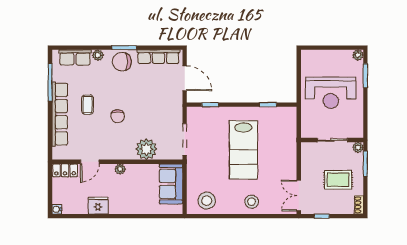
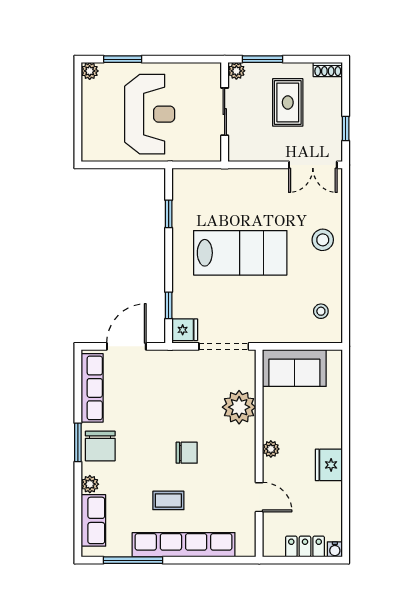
fridge: (195, 115) -> (185, 330), added
locker: (65, 170) -> (305, 547), moved, turned -90
stool: (207, 201) -> (321, 311), width x0.53, depth x0.53
fridge: (98, 206) -> (329, 465), moved

